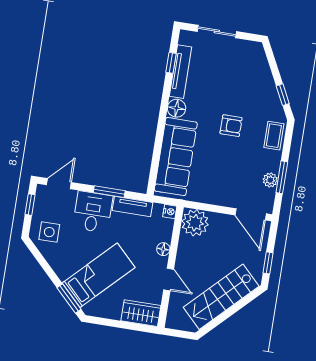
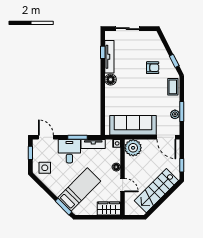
armchair: (231, 126) -> (153, 68), moved
sofa: (176, 157) -> (133, 125), moved, turned -90
door: (59, 184) -> (46, 137), hinge flipped

